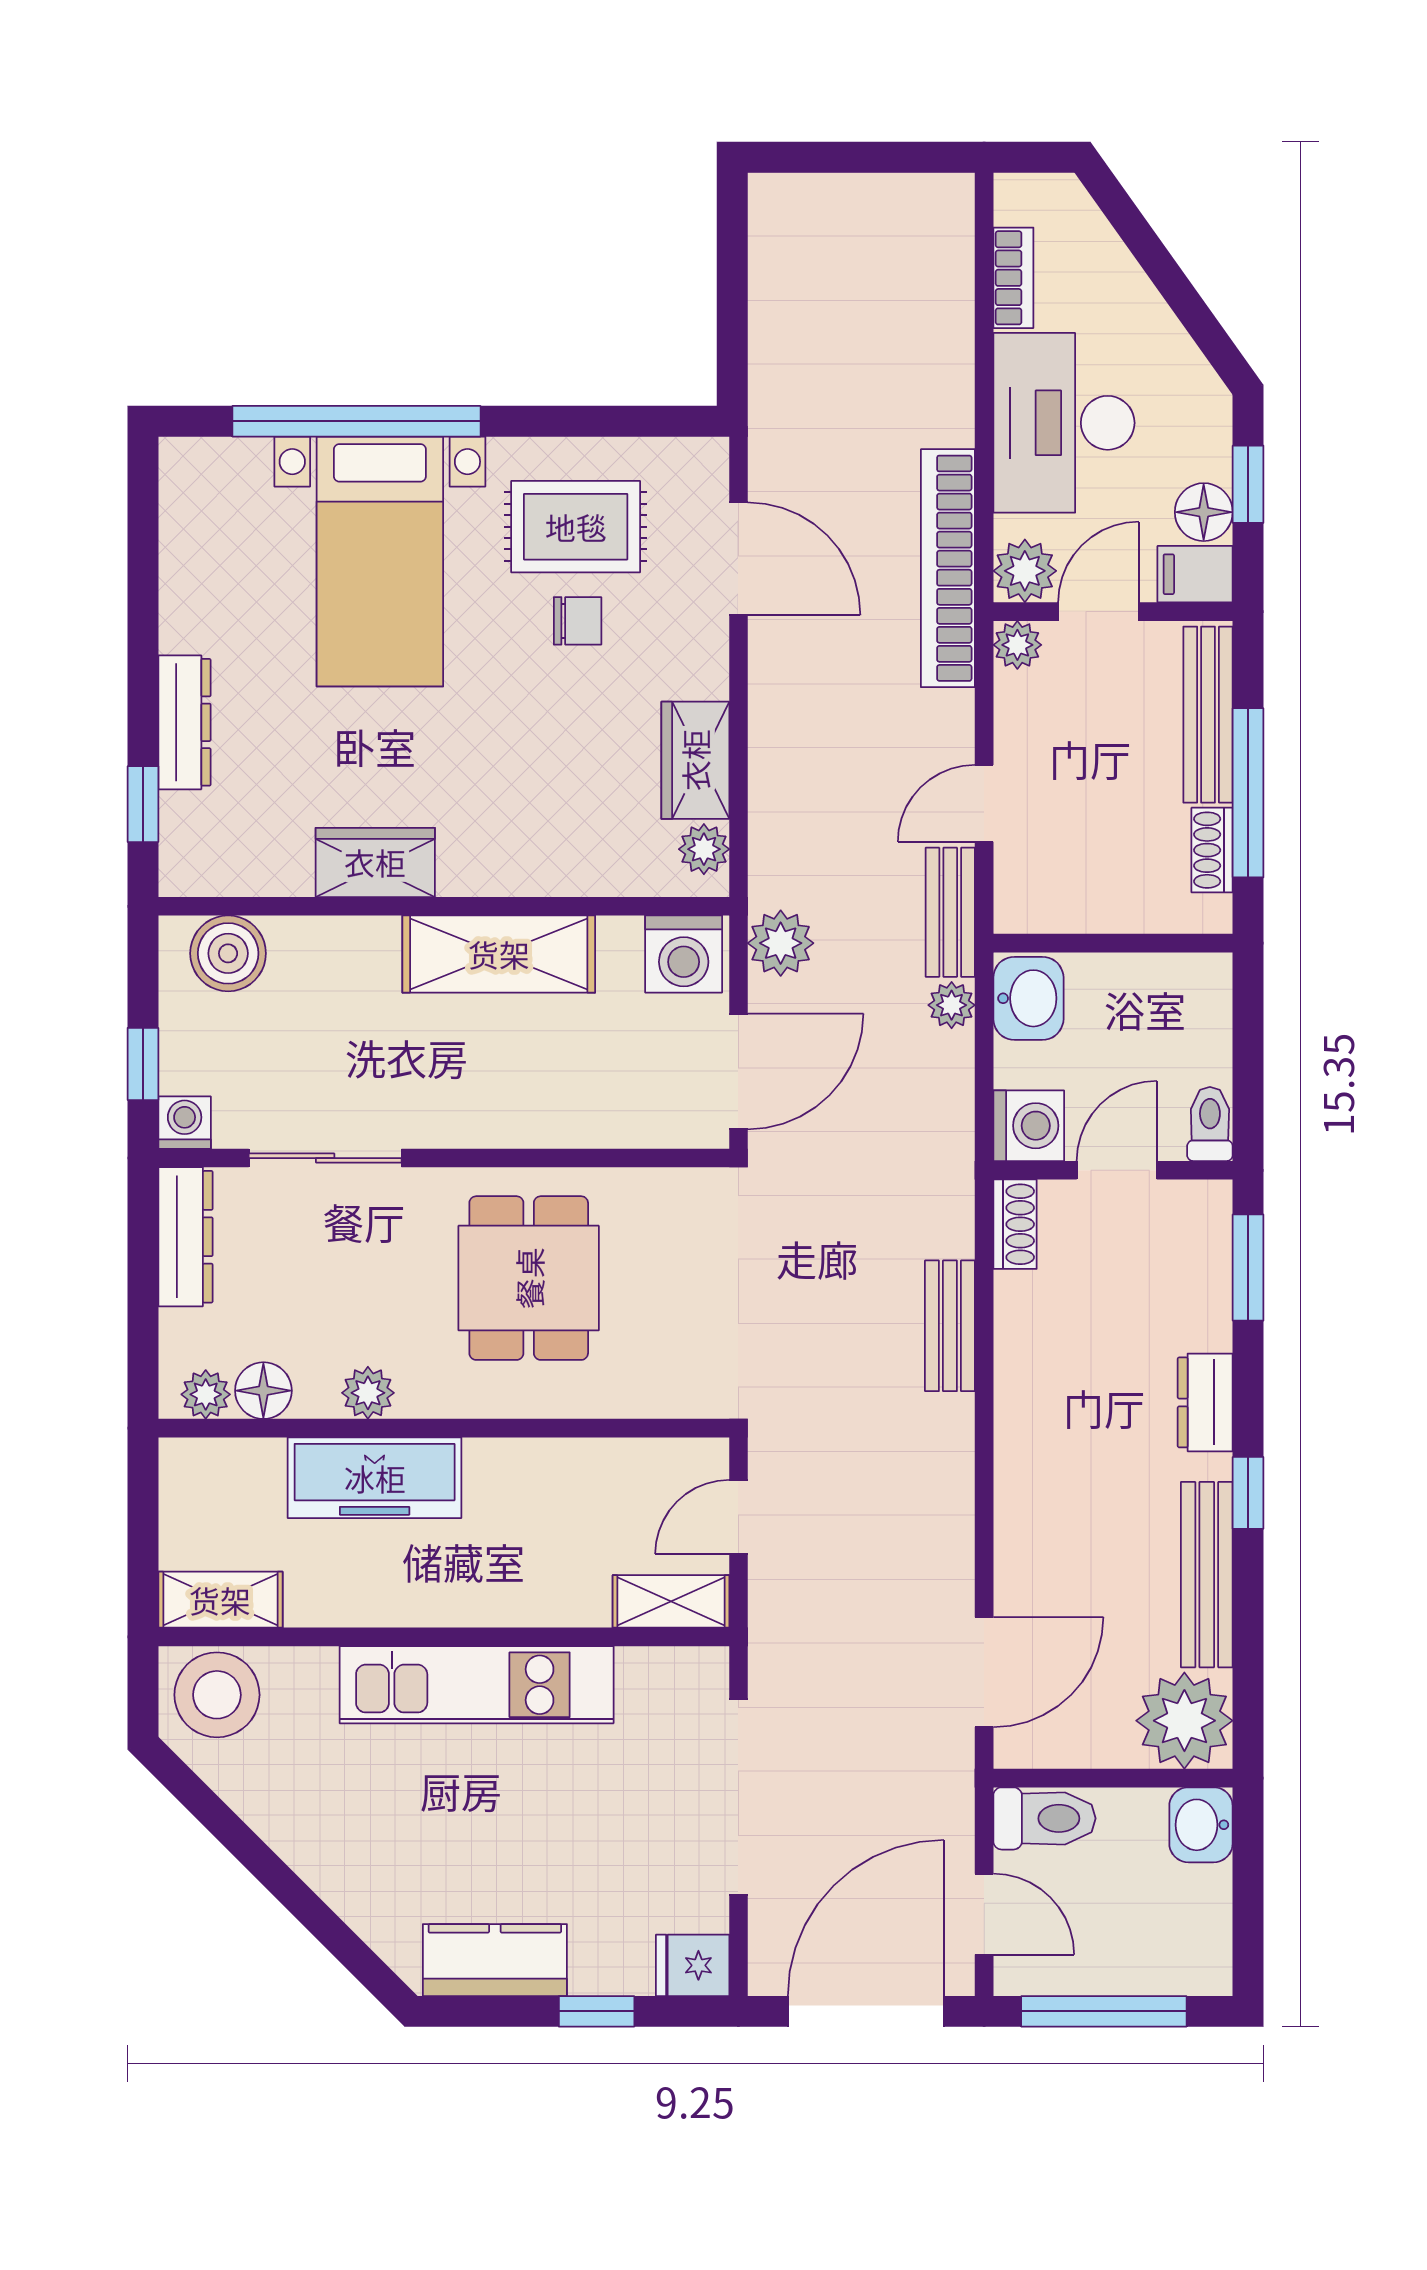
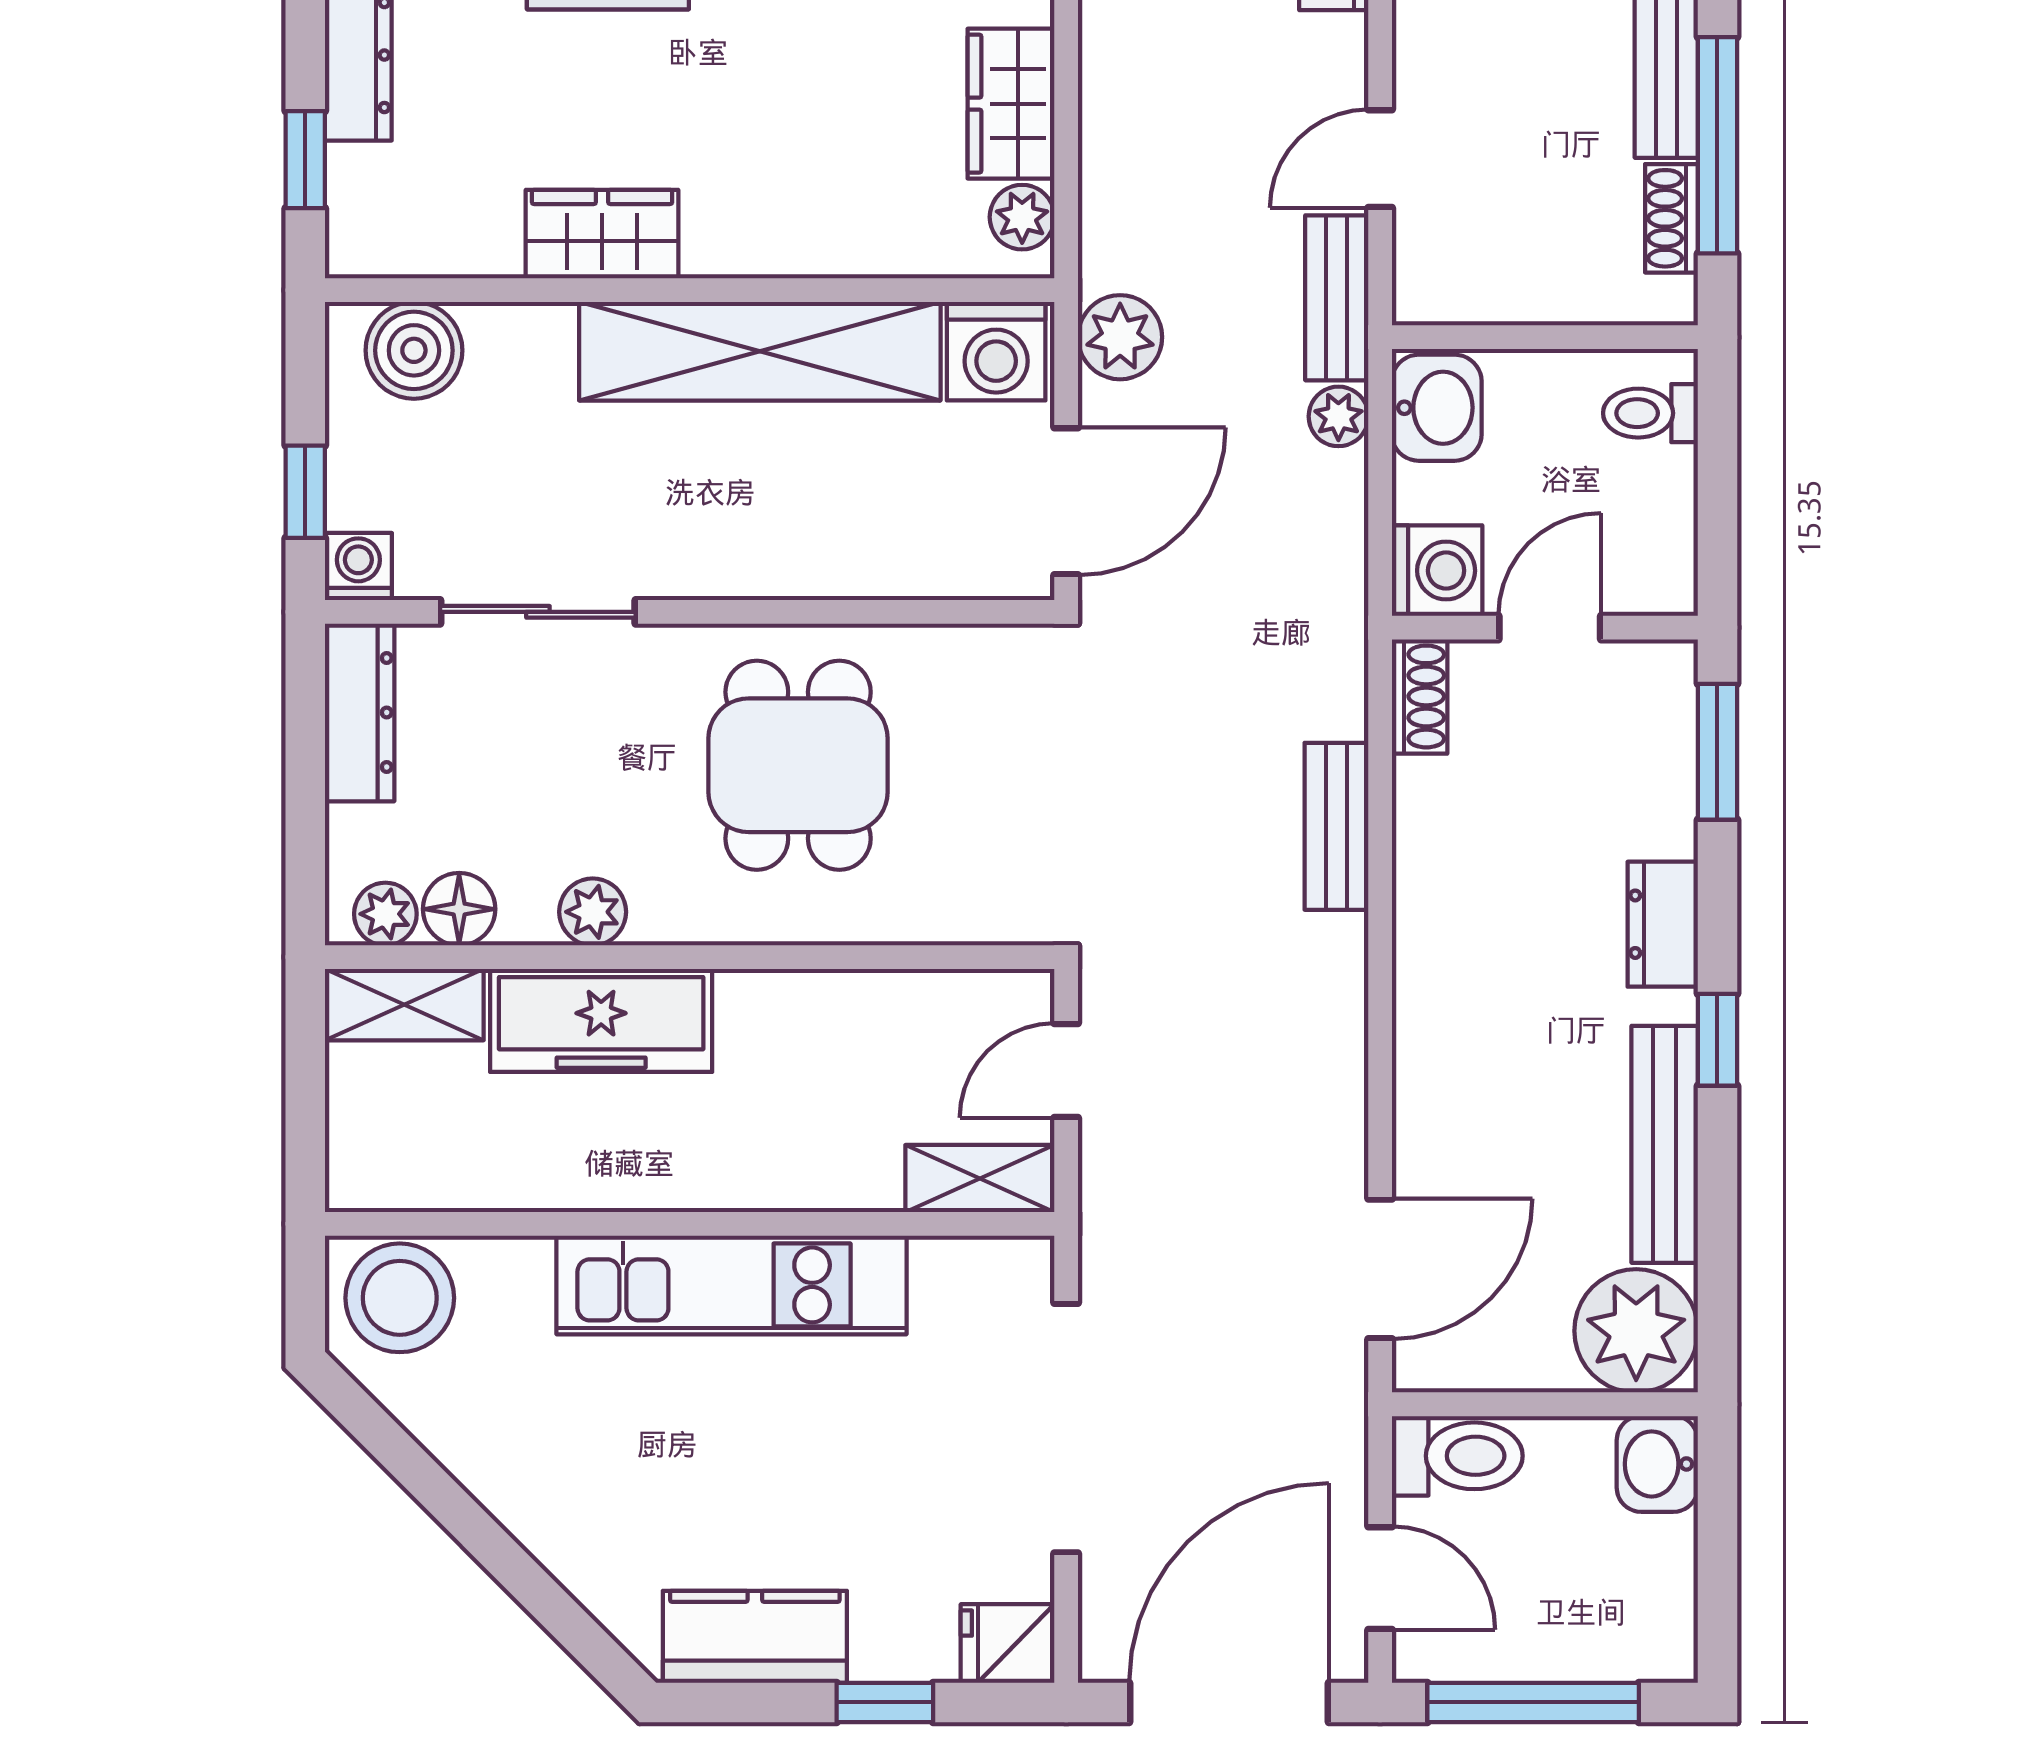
shelving: (499, 954) -> (760, 351), width x1.47
toilet: (1210, 1124) -> (1650, 413), moved, turned -90
shelving: (220, 1600) -> (404, 1005), moved

